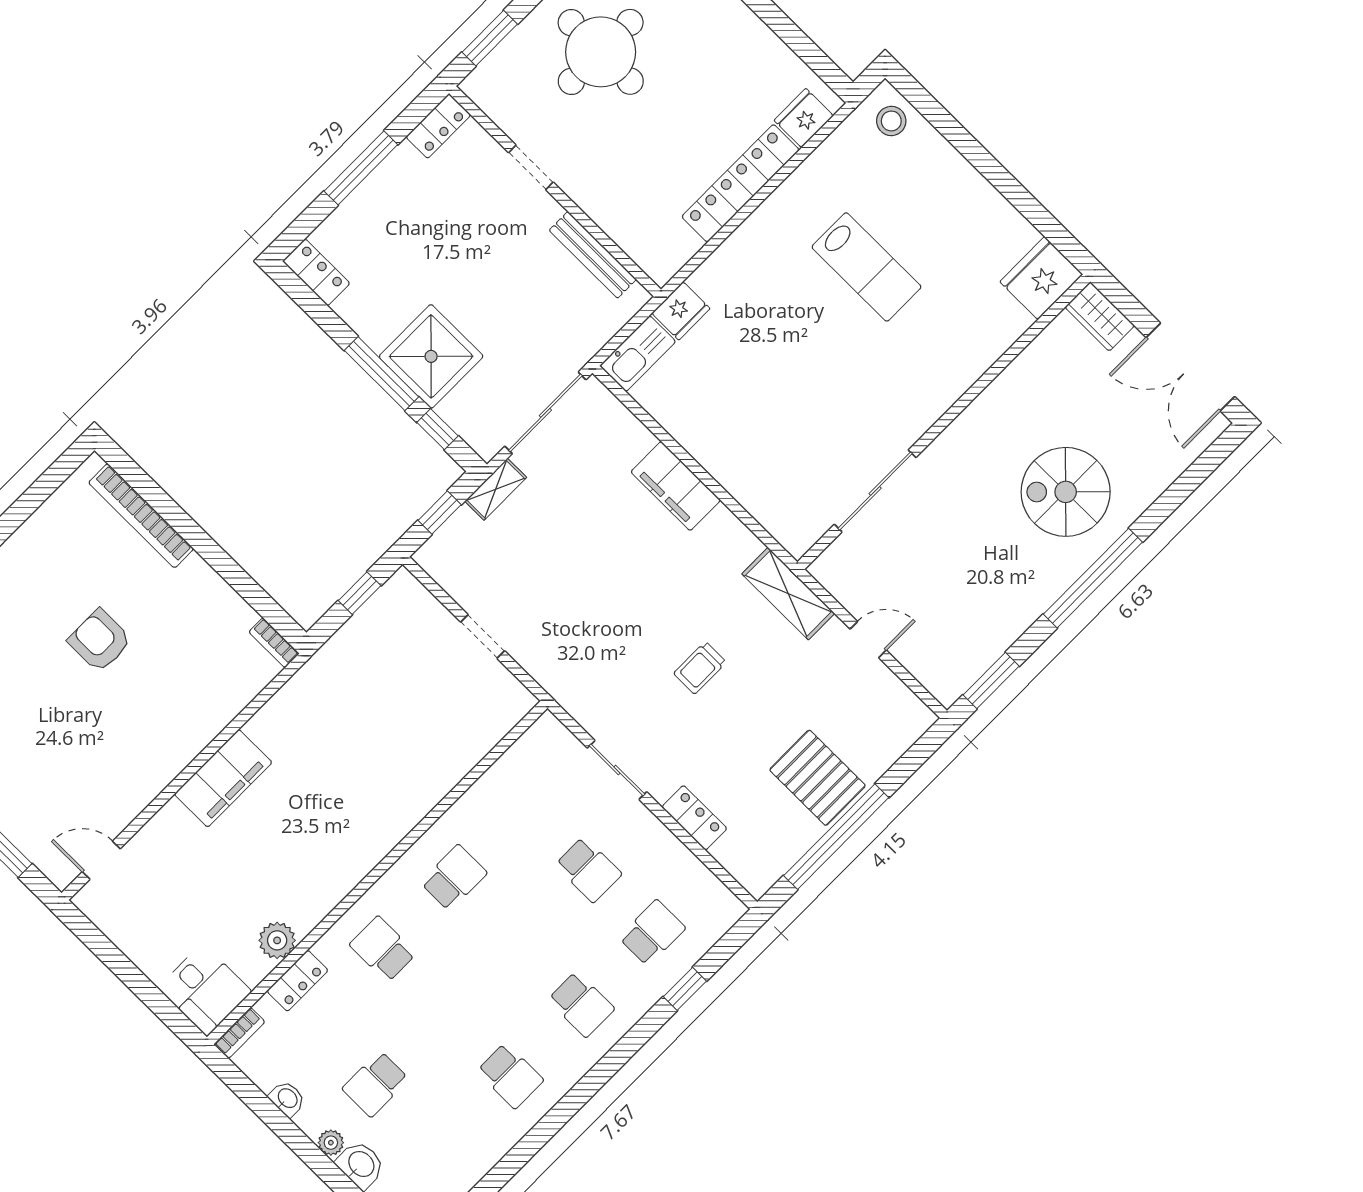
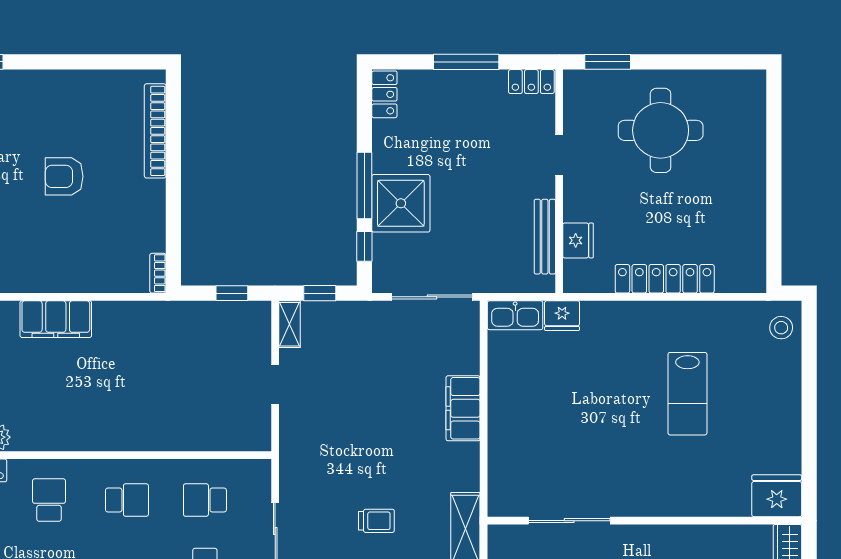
fridge: (804, 118) -> (578, 240), moved, turned 90
shelving: (496, 489) -> (290, 324), moved, turned 90
armchair: (100, 641) -> (64, 176), turned -90
trolley: (700, 668) -> (376, 521), turned 180
school desk: (525, 806) -> (205, 500), added

